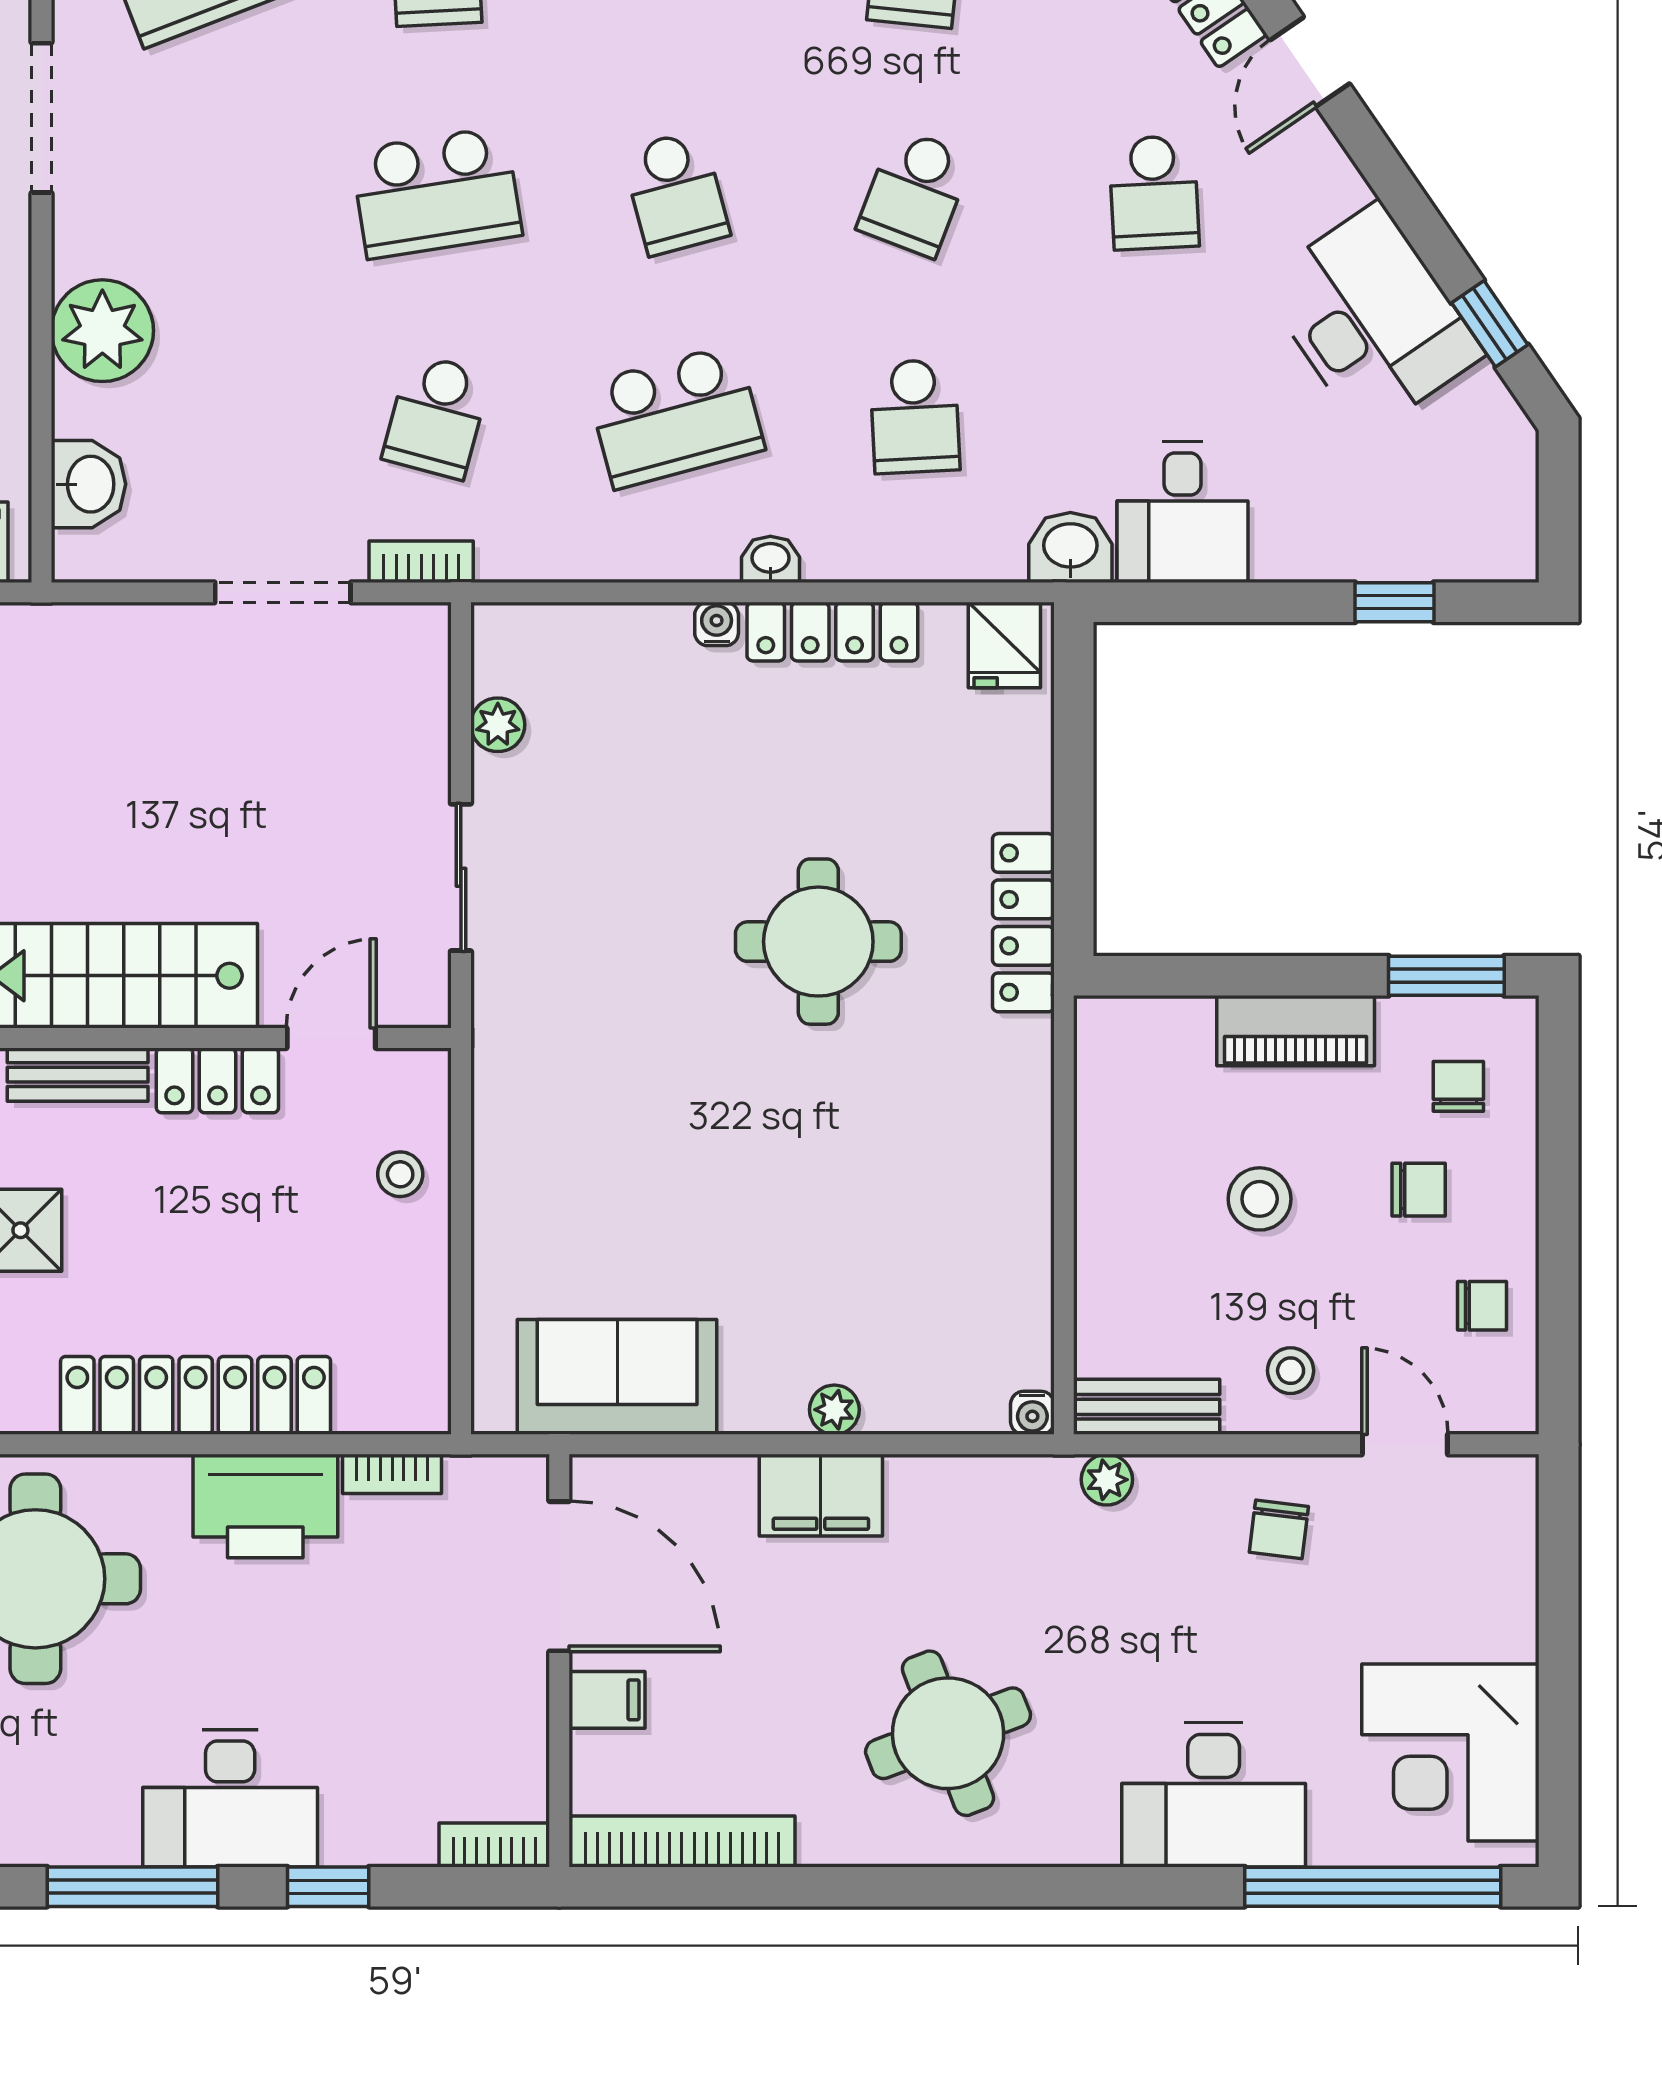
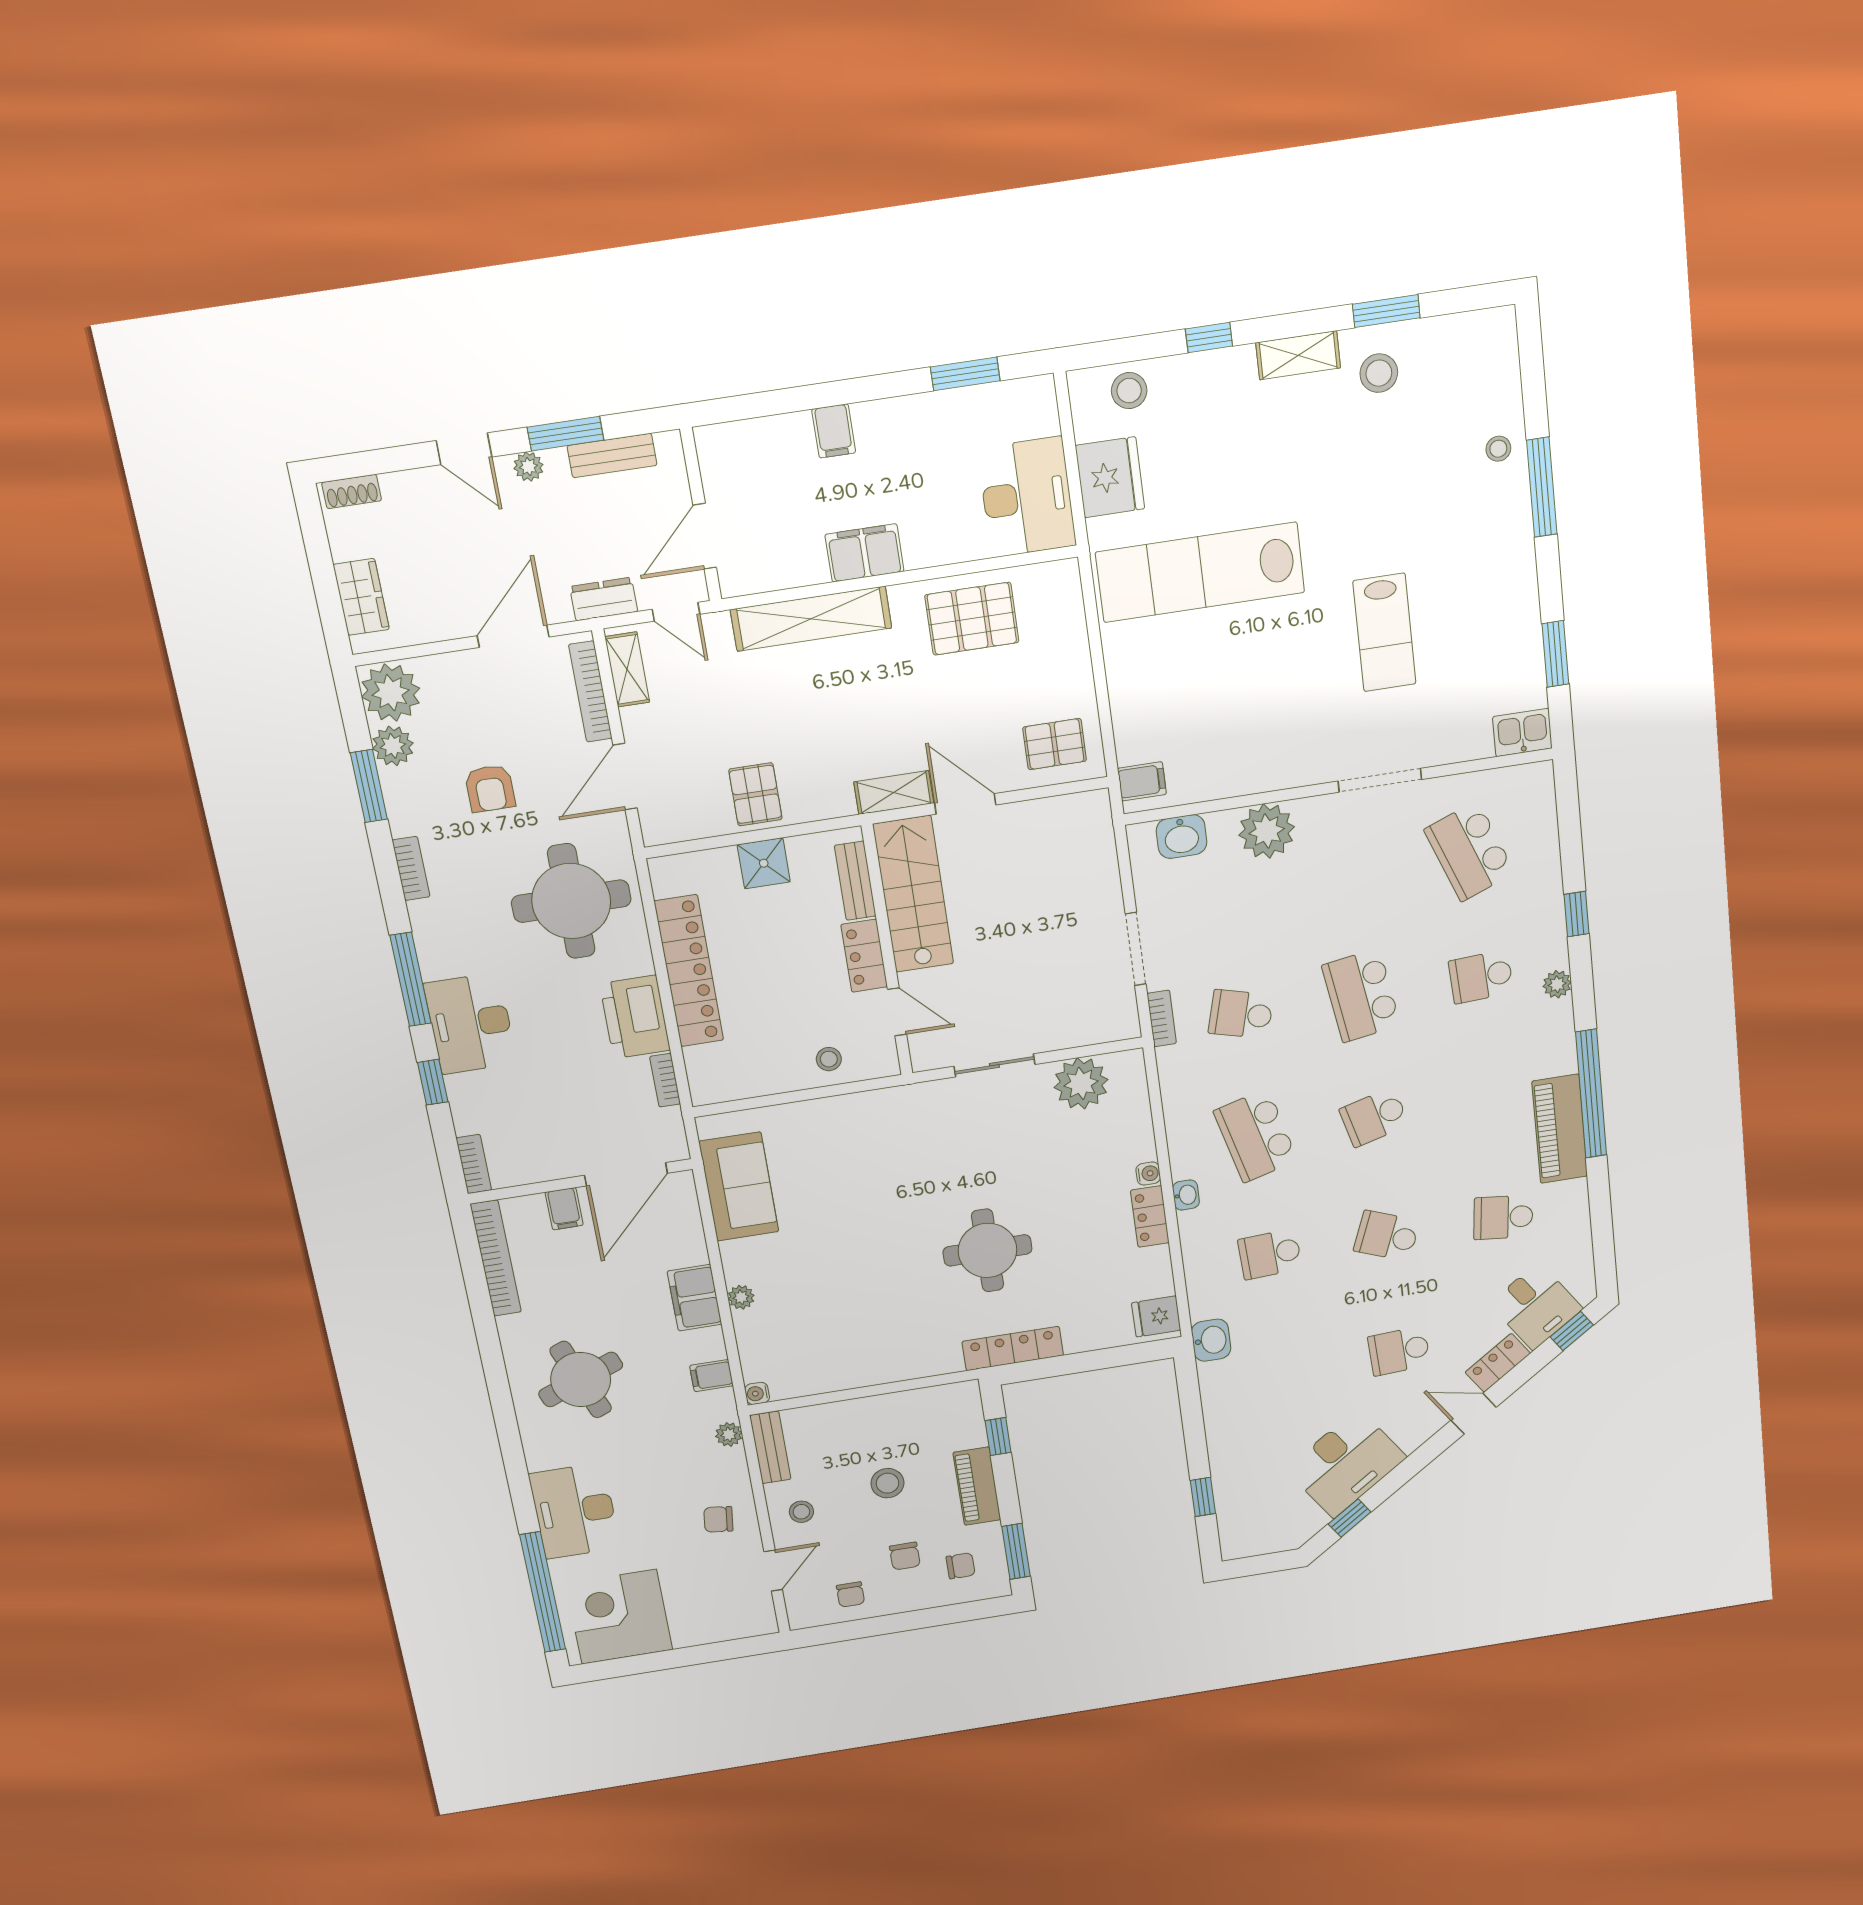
desk: (1183, 512) -> (1236, 1391), removed
locker: (832, 632) -> (1150, 1216), width x0.66
plant: (498, 725) -> (1081, 1083), width x1.87, depth x1.87
window: (1199, 976) -> (998, 1437), added
filing cabinet: (982, 1491) -> (712, 1376), added

